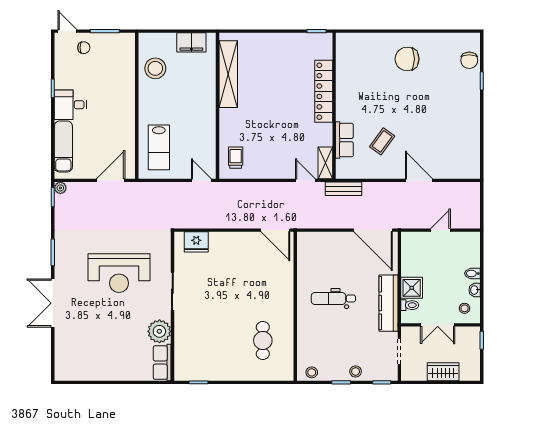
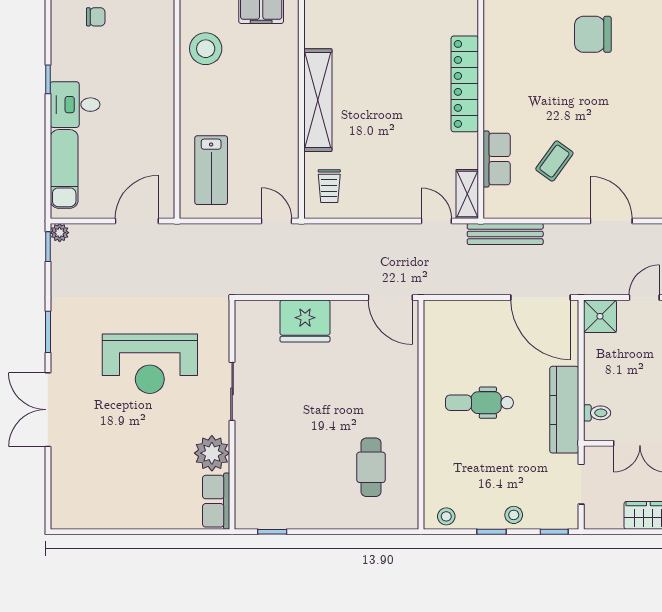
shelving: (228, 74) -> (318, 100), moved
trolley: (236, 158) -> (329, 186), turned 180
bench: (343, 189) -> (505, 234), width x1.36
fridge: (196, 242) -> (305, 321), moved, width x1.36, depth x1.34
shower: (412, 288) -> (600, 316), moved

